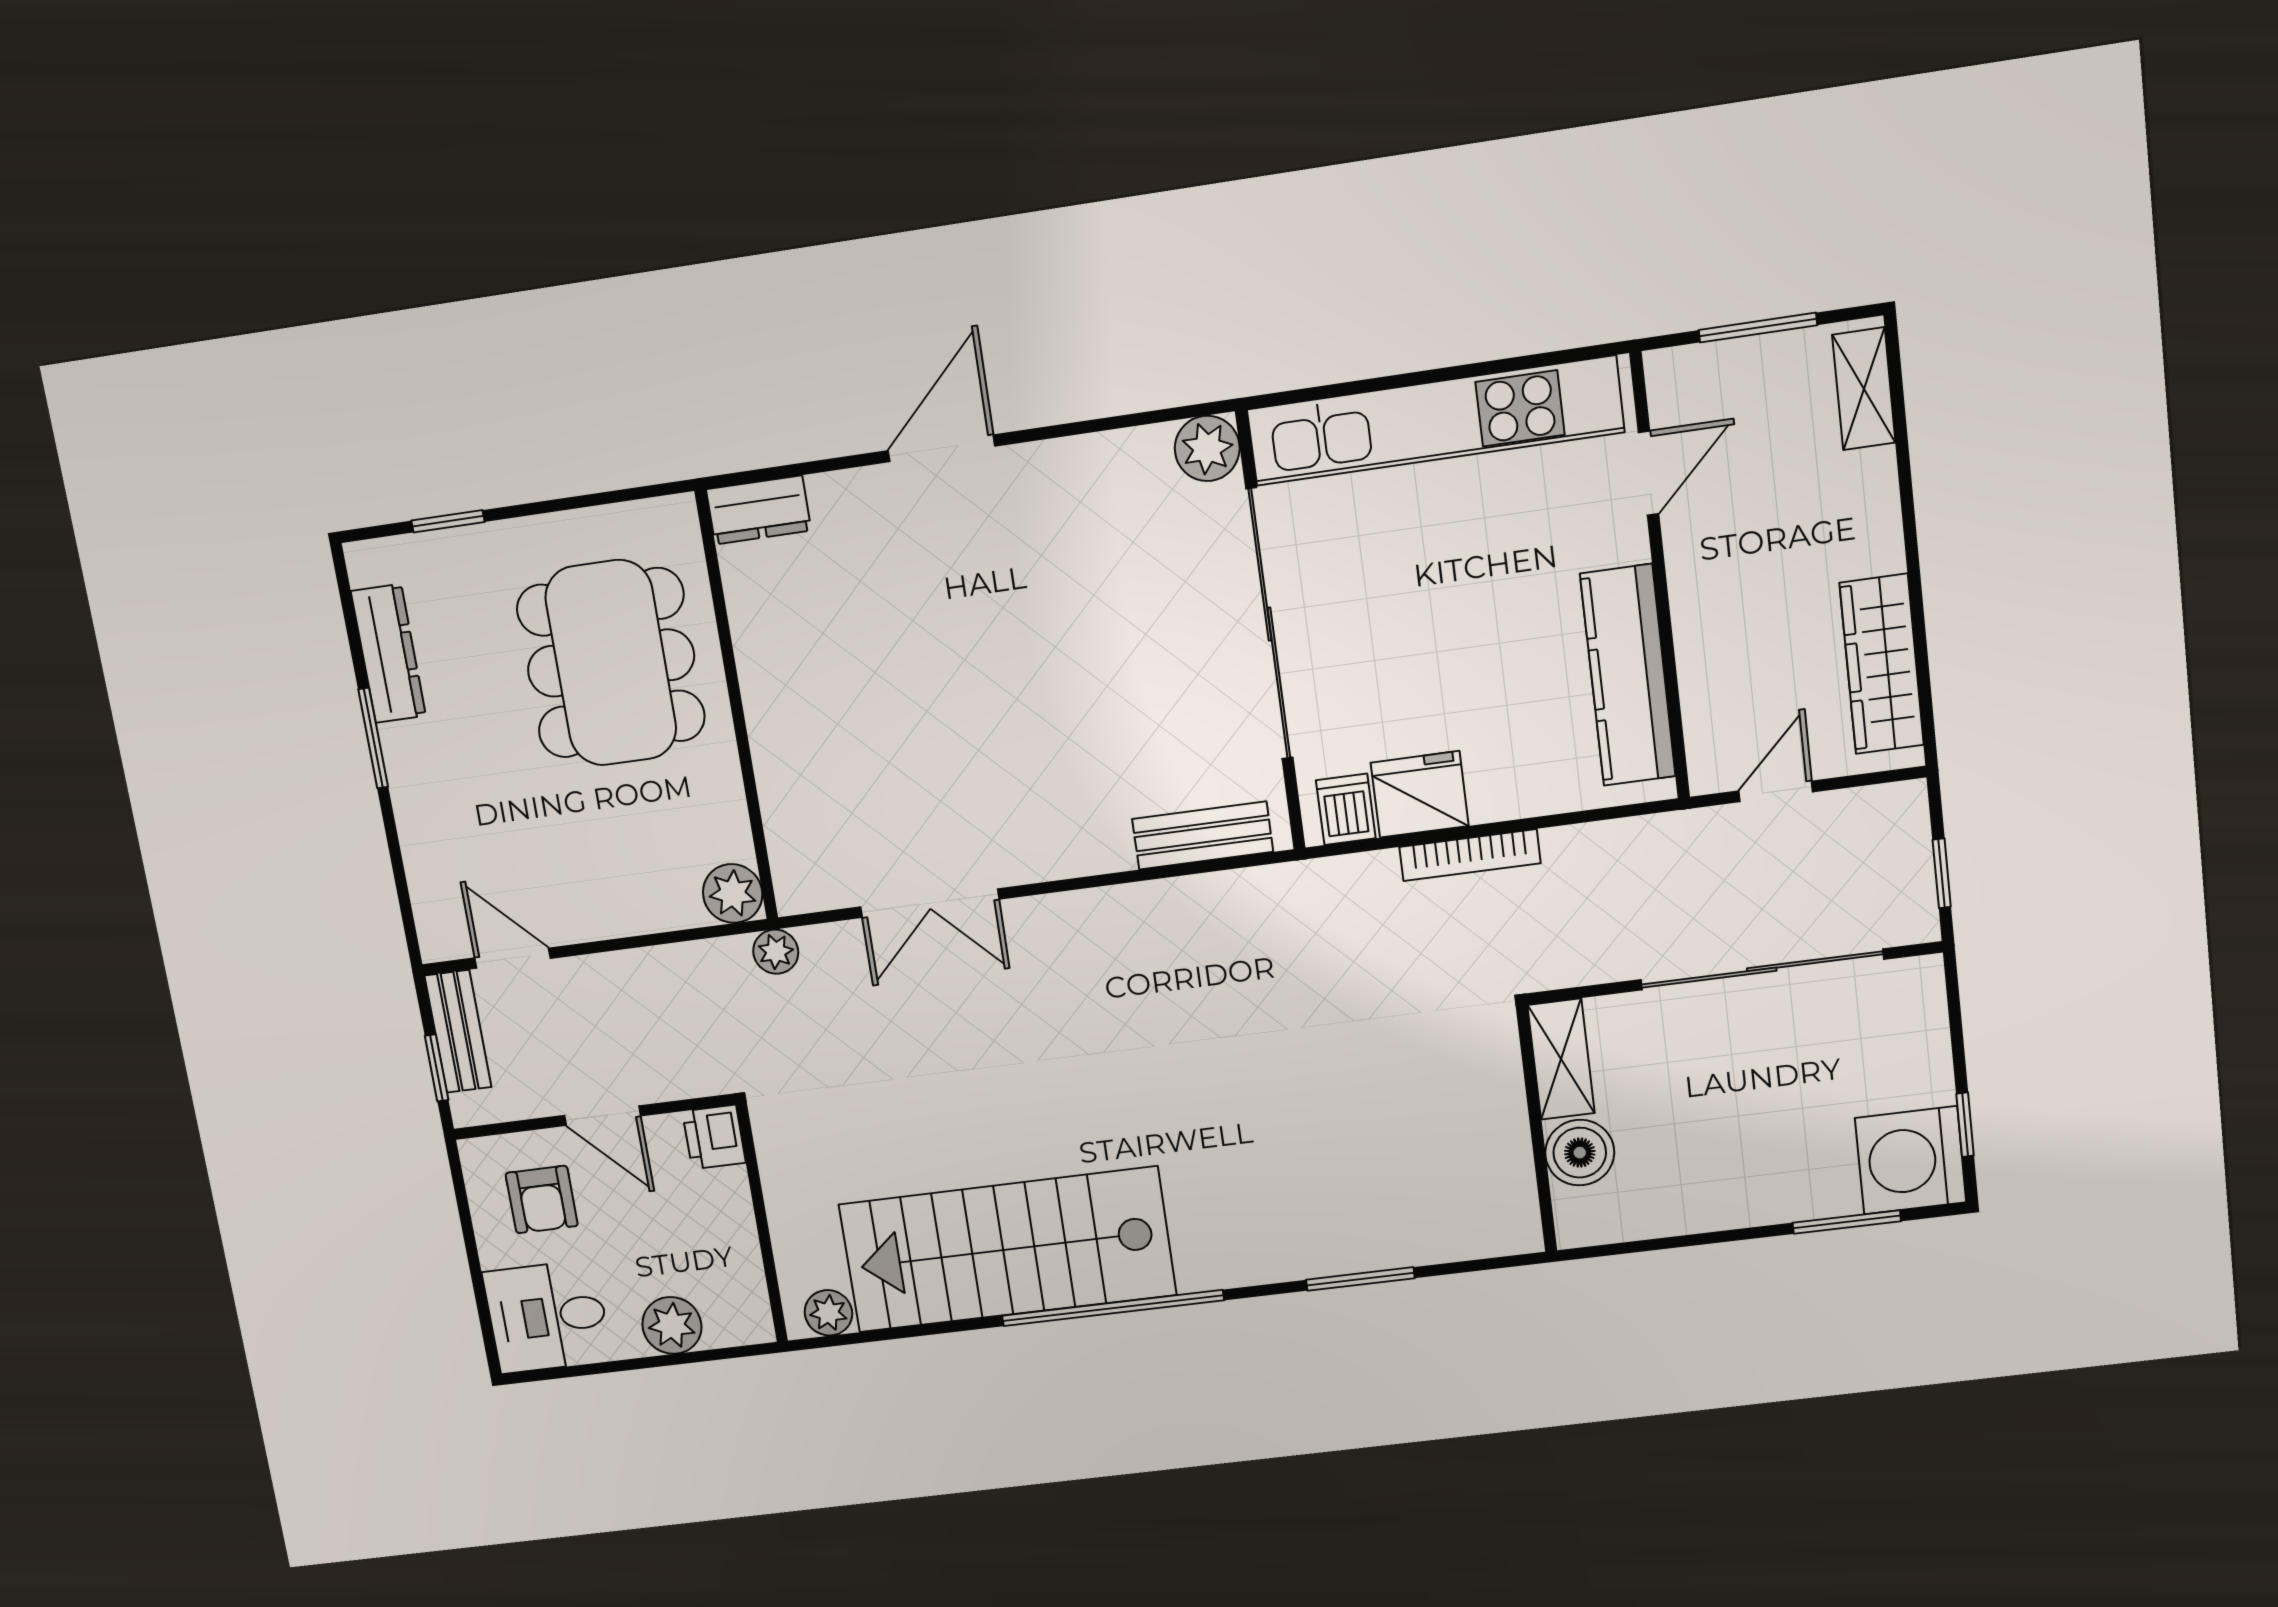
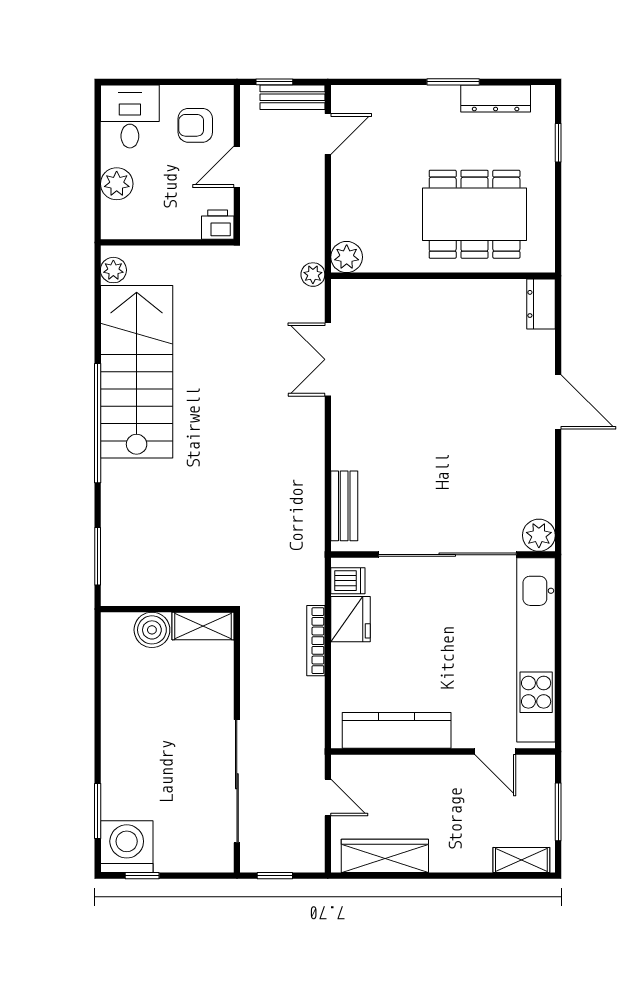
shelving: (1561, 1059) -> (203, 626), moved
wall: (1536, 1129) -> (167, 609), moved
boiler: (1580, 1153) -> (152, 630), moved

